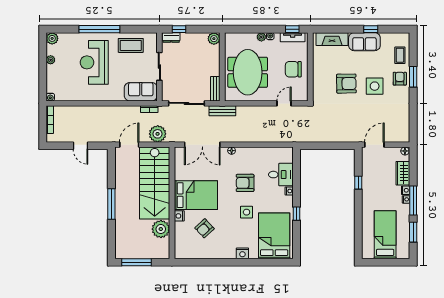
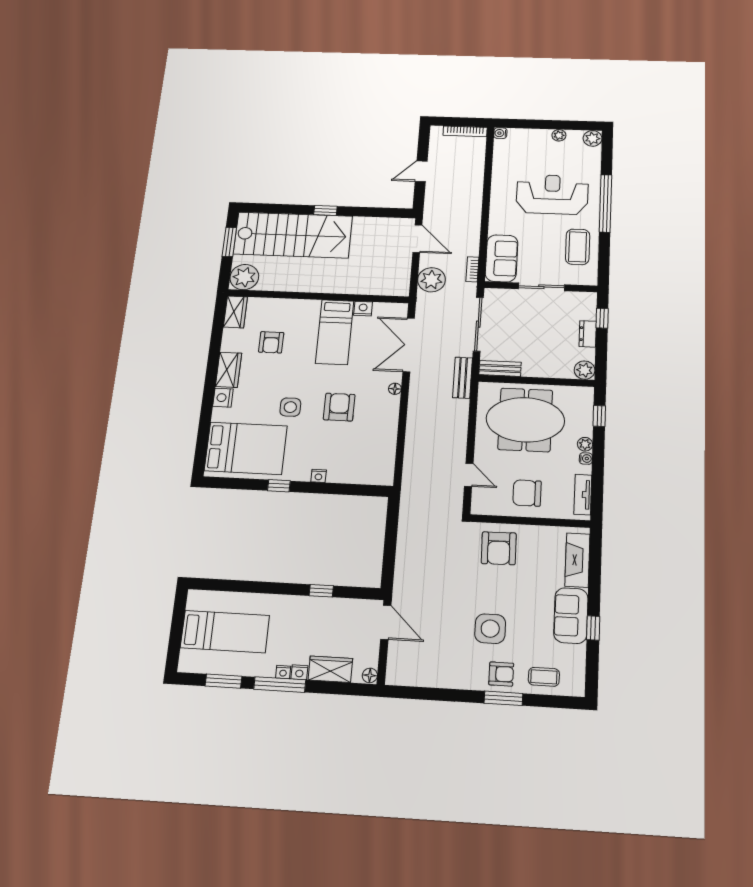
window: (292, 29) -> (599, 416), moved
dresser: (171, 37) -> (588, 334), moved
chair: (293, 69) -> (527, 493), turned -90
armchair: (346, 84) -> (499, 548), moved
desk: (281, 175) -> (348, 464), removed
stairs: (155, 183) -> (293, 235), moved, turned 180
bed: (196, 195) -> (335, 332), width x0.67
window: (111, 204) -> (325, 210), width x0.46
nightstand: (179, 216) -> (363, 309), moved
armchair: (205, 228) -> (271, 342), turned -137
plant: (161, 229) -> (244, 277), moved
wardrobe: (224, 252) -> (229, 370), added
wardrobe: (185, 253) -> (235, 312), added
window: (136, 262) -> (229, 242), width x0.69

